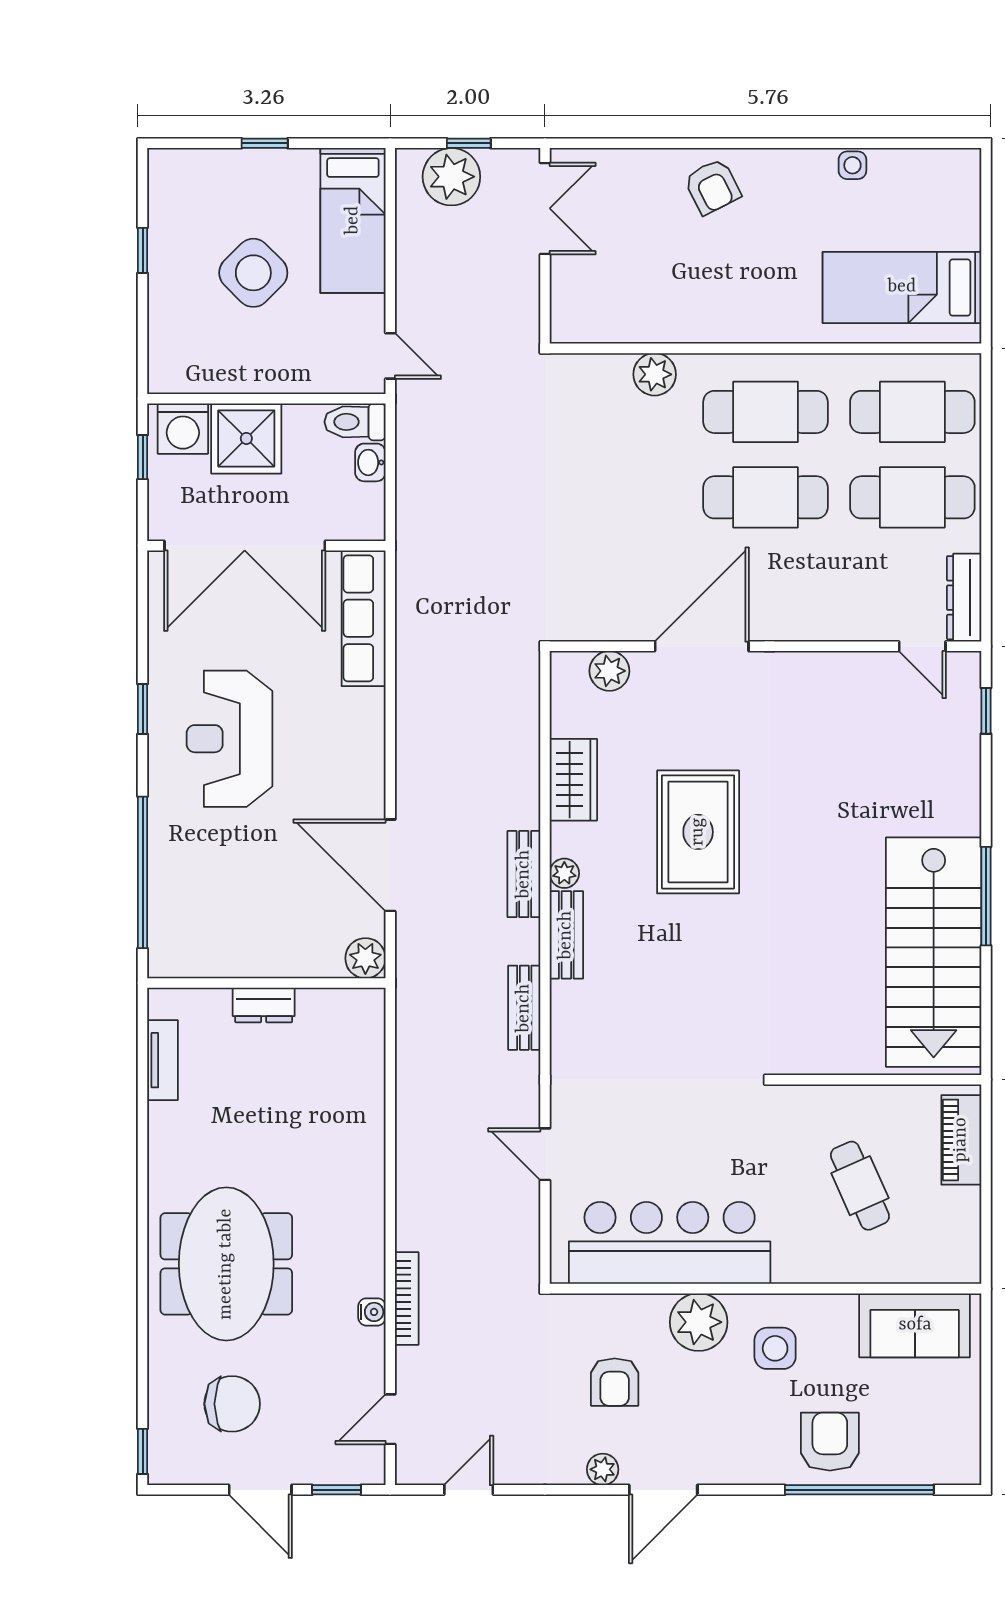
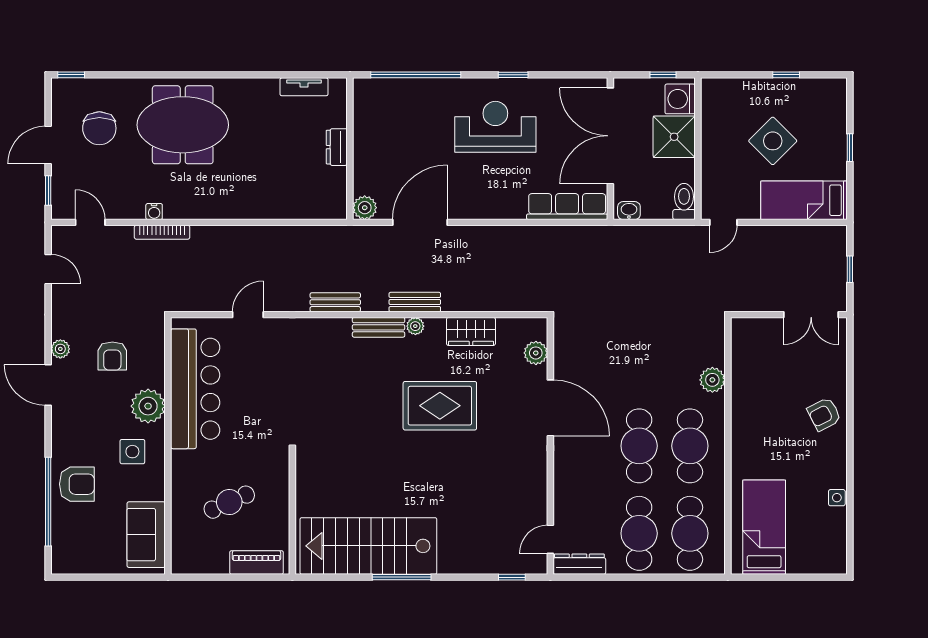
plant: (451, 177) -> (830, 259), removed
washbasin: (370, 462) -> (629, 211), moved
armchair: (615, 1382) -> (112, 356), turned -90

